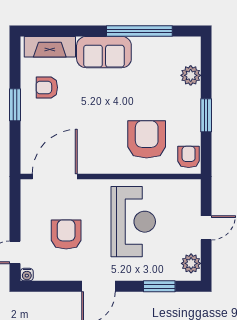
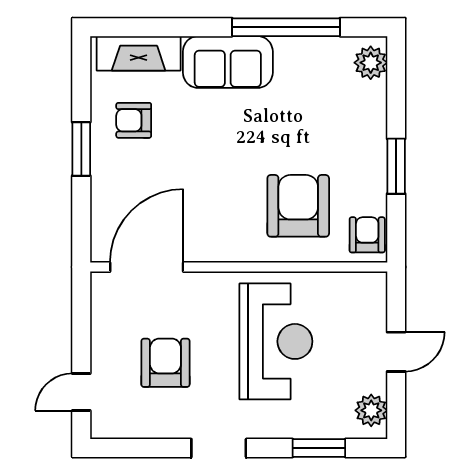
plant: (191, 75) -> (371, 63), moved
water cooler: (27, 275) -> (101, 429), removed

